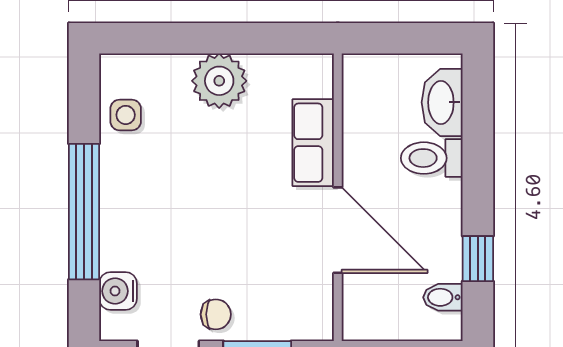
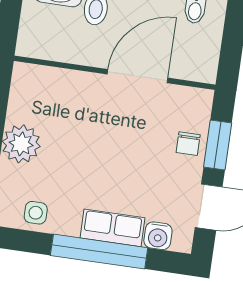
row of seats: (313, 143) -> (112, 228), moved, turned 180
chair: (216, 314) -> (188, 144), moved, turned 180

